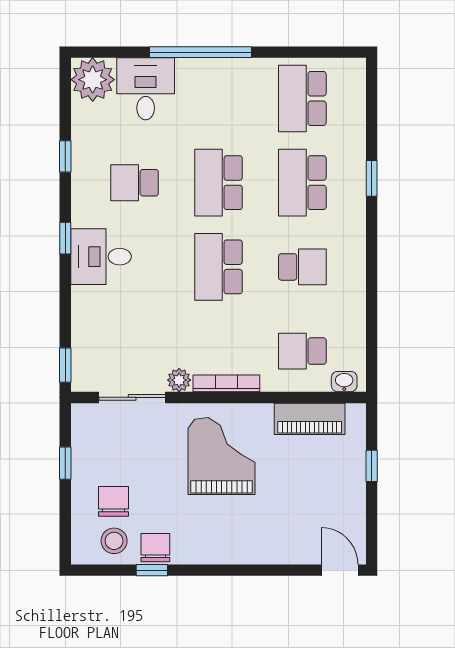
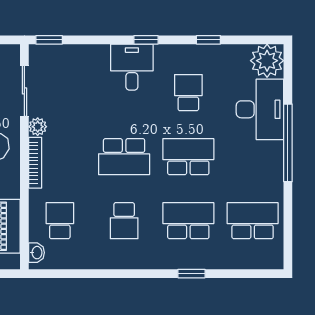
desk: (146, 89) -> (260, 109), width x1.37
school desk: (218, 267) -> (124, 157), turned 180

